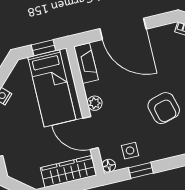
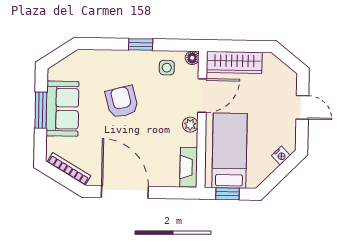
door: (123, 29) -> (125, 192), moved
door: (90, 133) -> (202, 95), hinge flipped
window: (141, 170) -> (141, 44), moved

